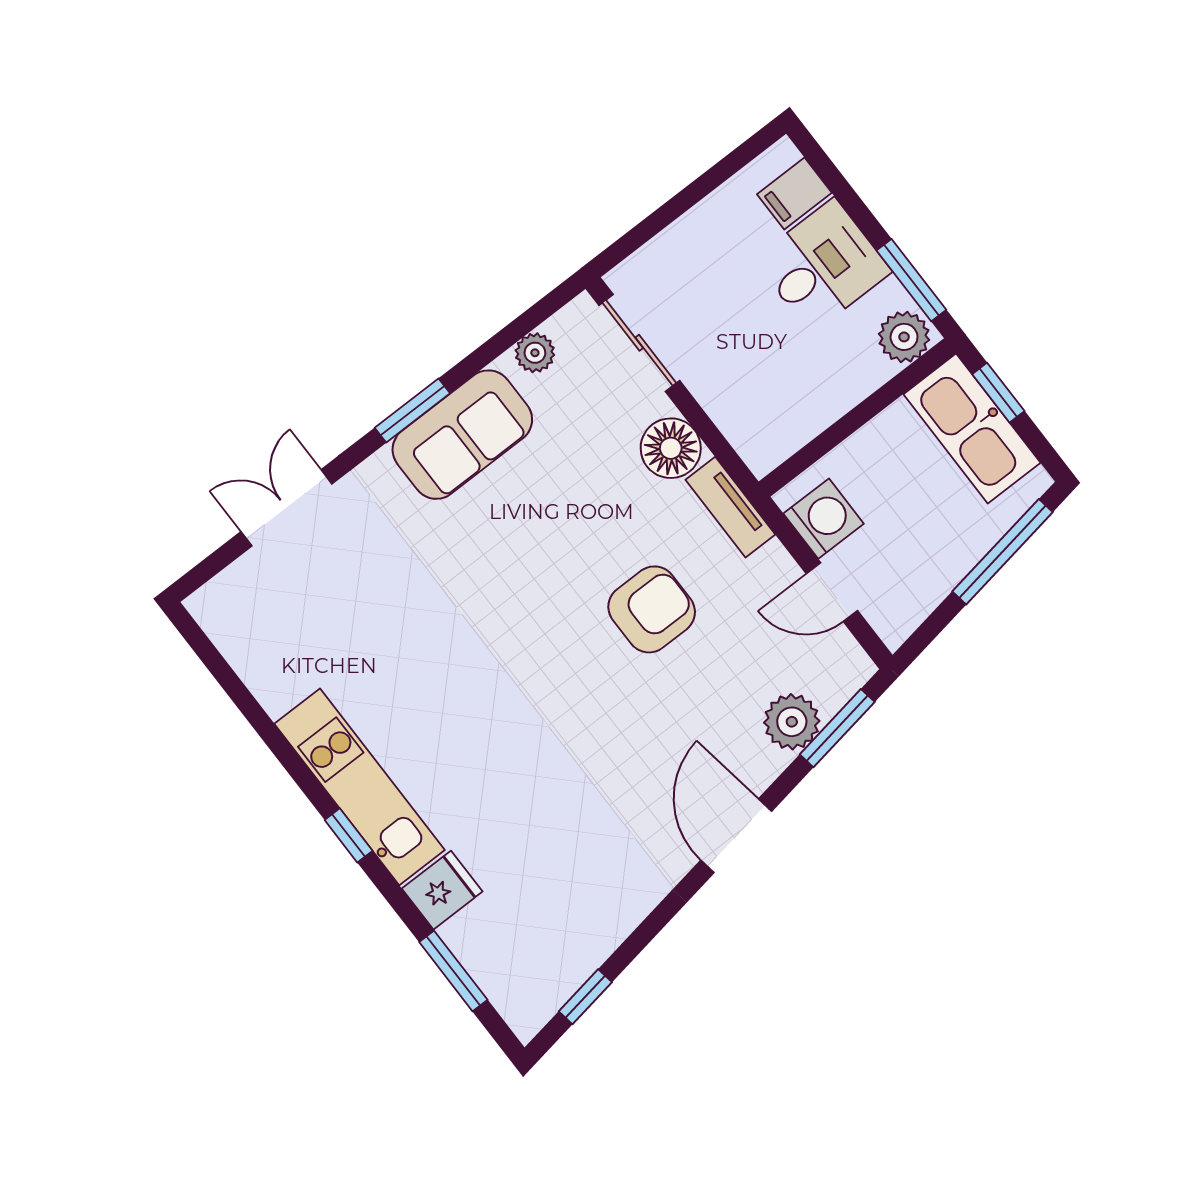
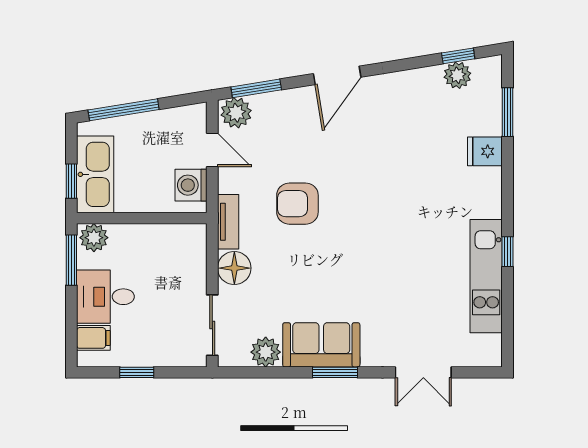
window: (695, 192) -> (137, 372), added
plant: (535, 353) -> (266, 352), width x1.38, depth x1.38
plant: (792, 722) -> (236, 113), moved
kitchen unit: (360, 787) -> (486, 276), moved
window: (349, 835) -> (507, 252), moved
plant: (565, 968) -> (457, 75), added

